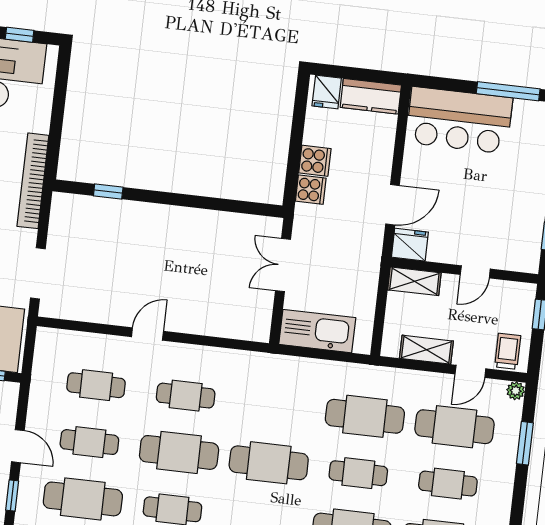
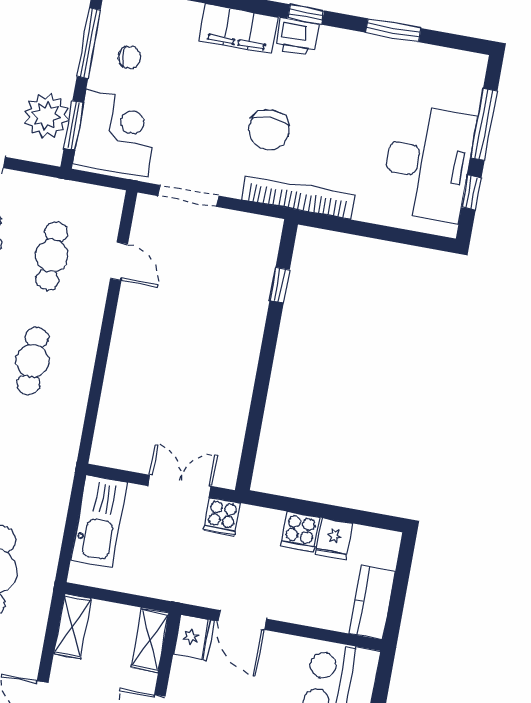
fridge: (327, 92) -> (334, 539), moved, turned -90
cooker: (311, 190) -> (222, 516), moved
door: (147, 334) -> (119, 261), moved
shelving: (426, 350) -> (73, 626), moved

